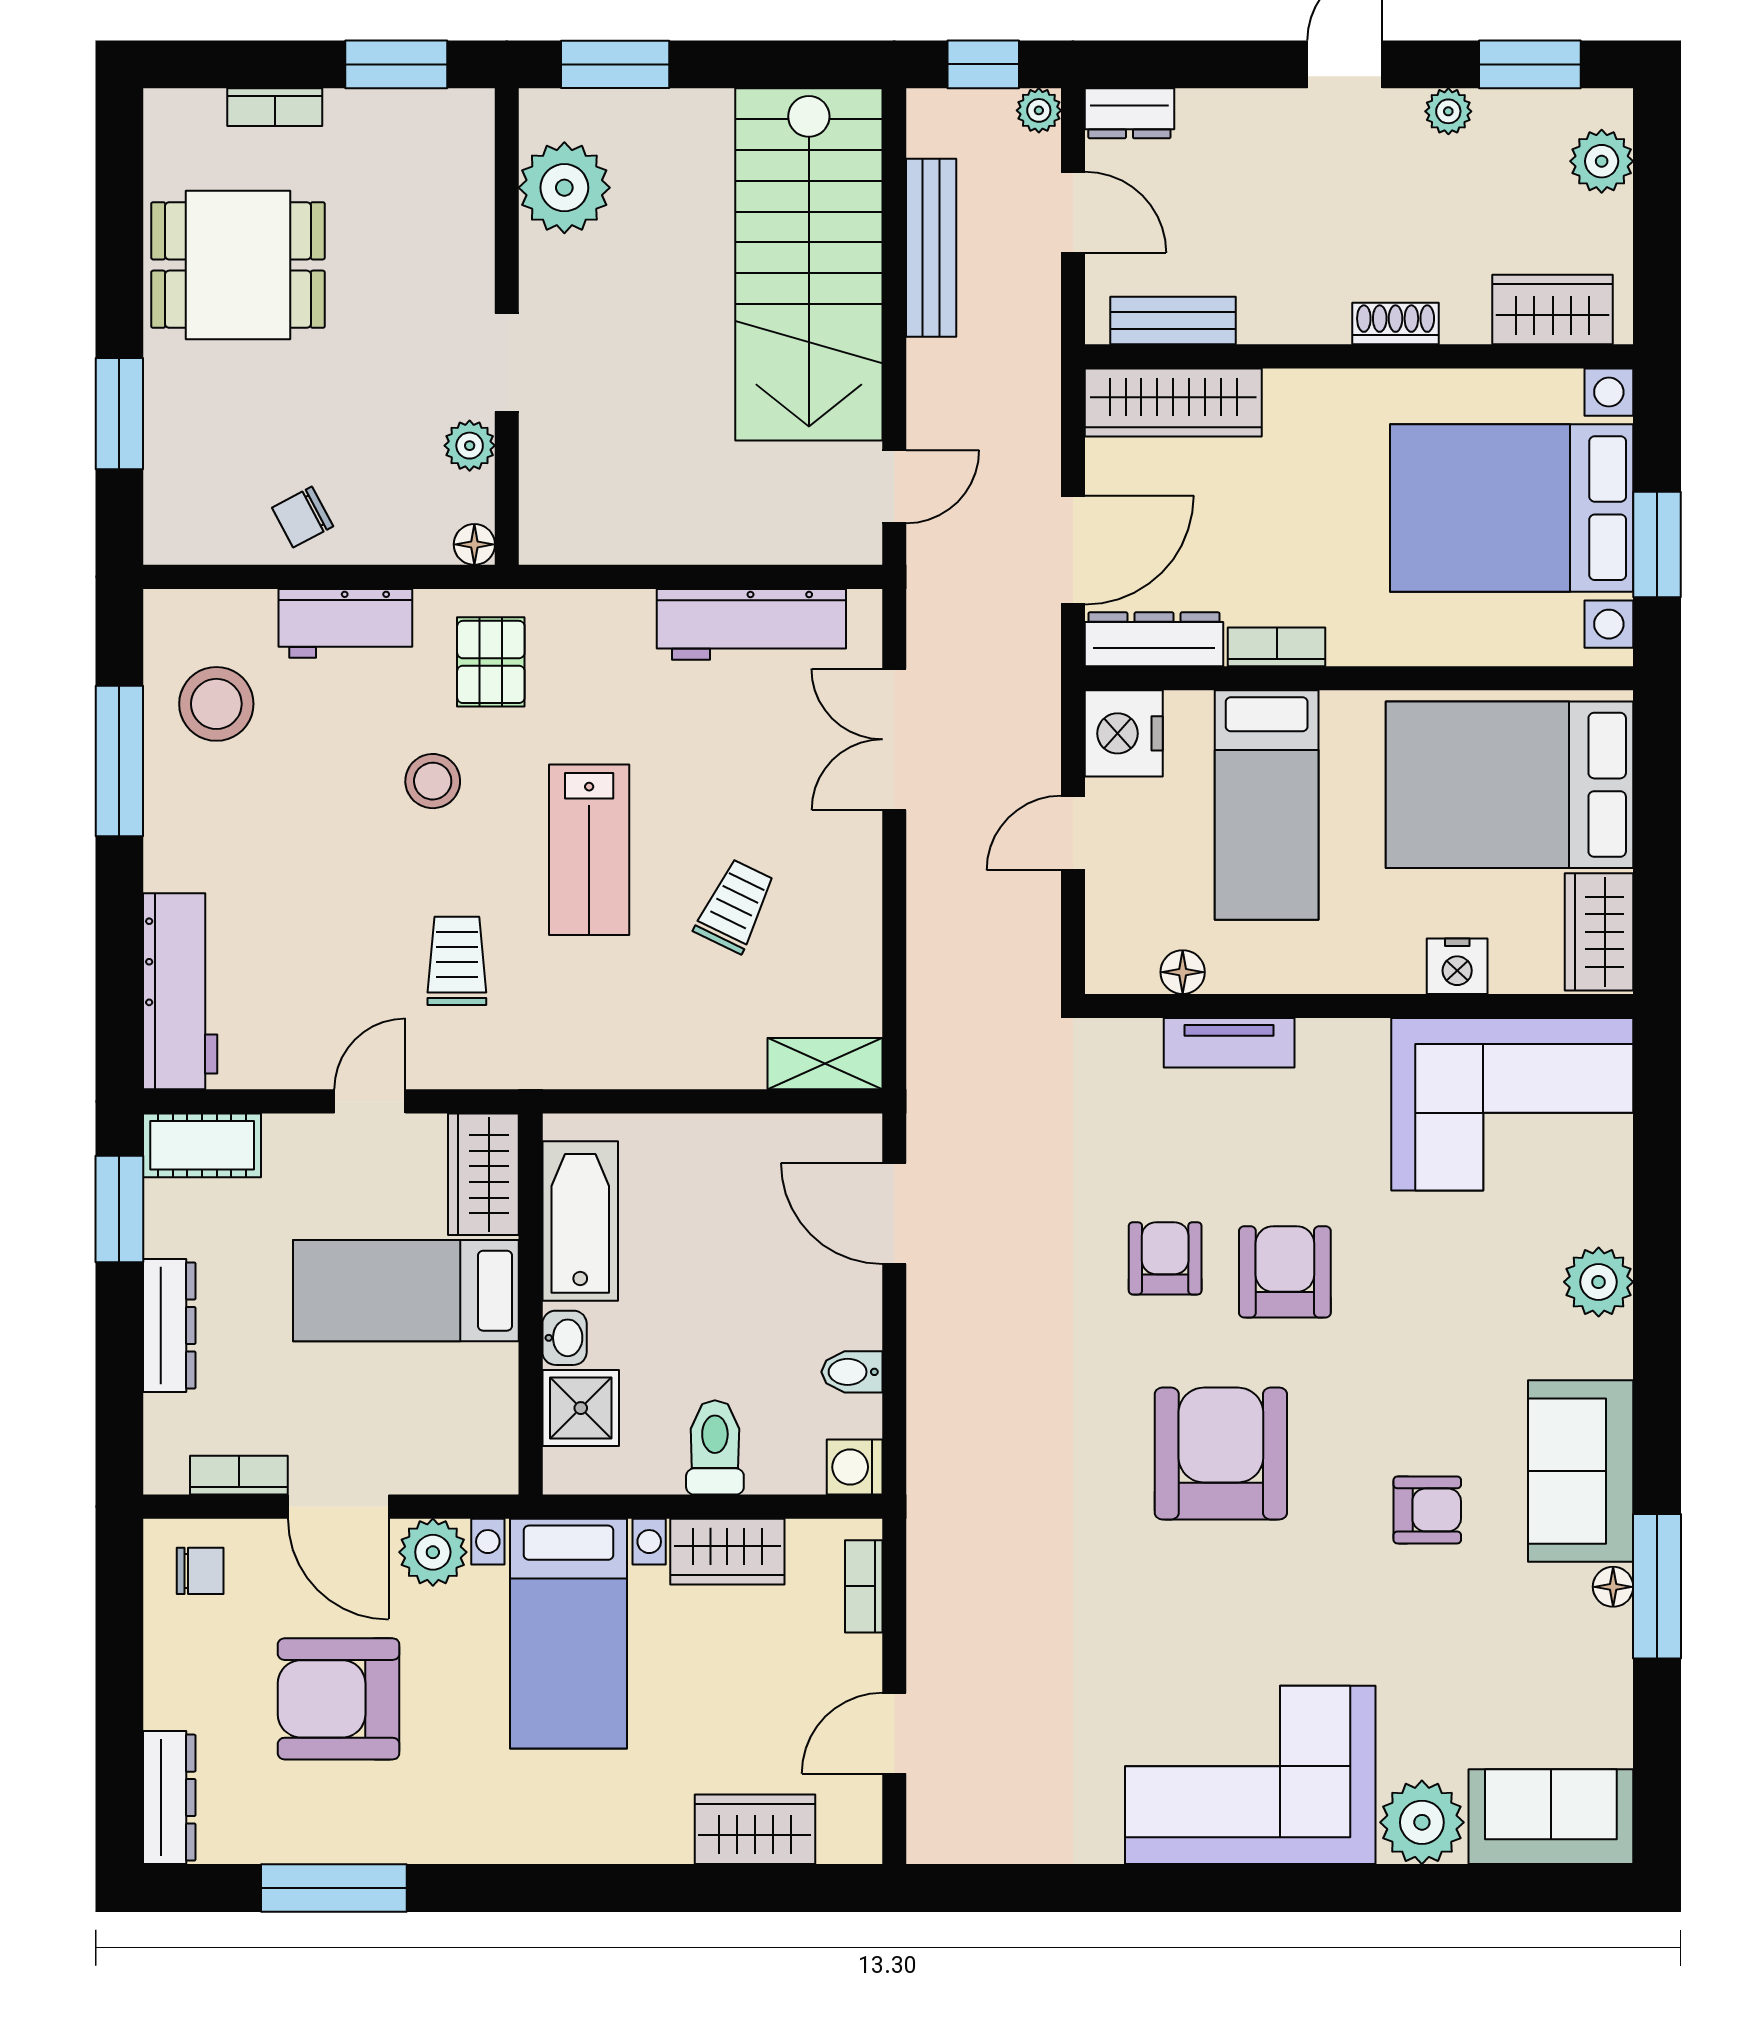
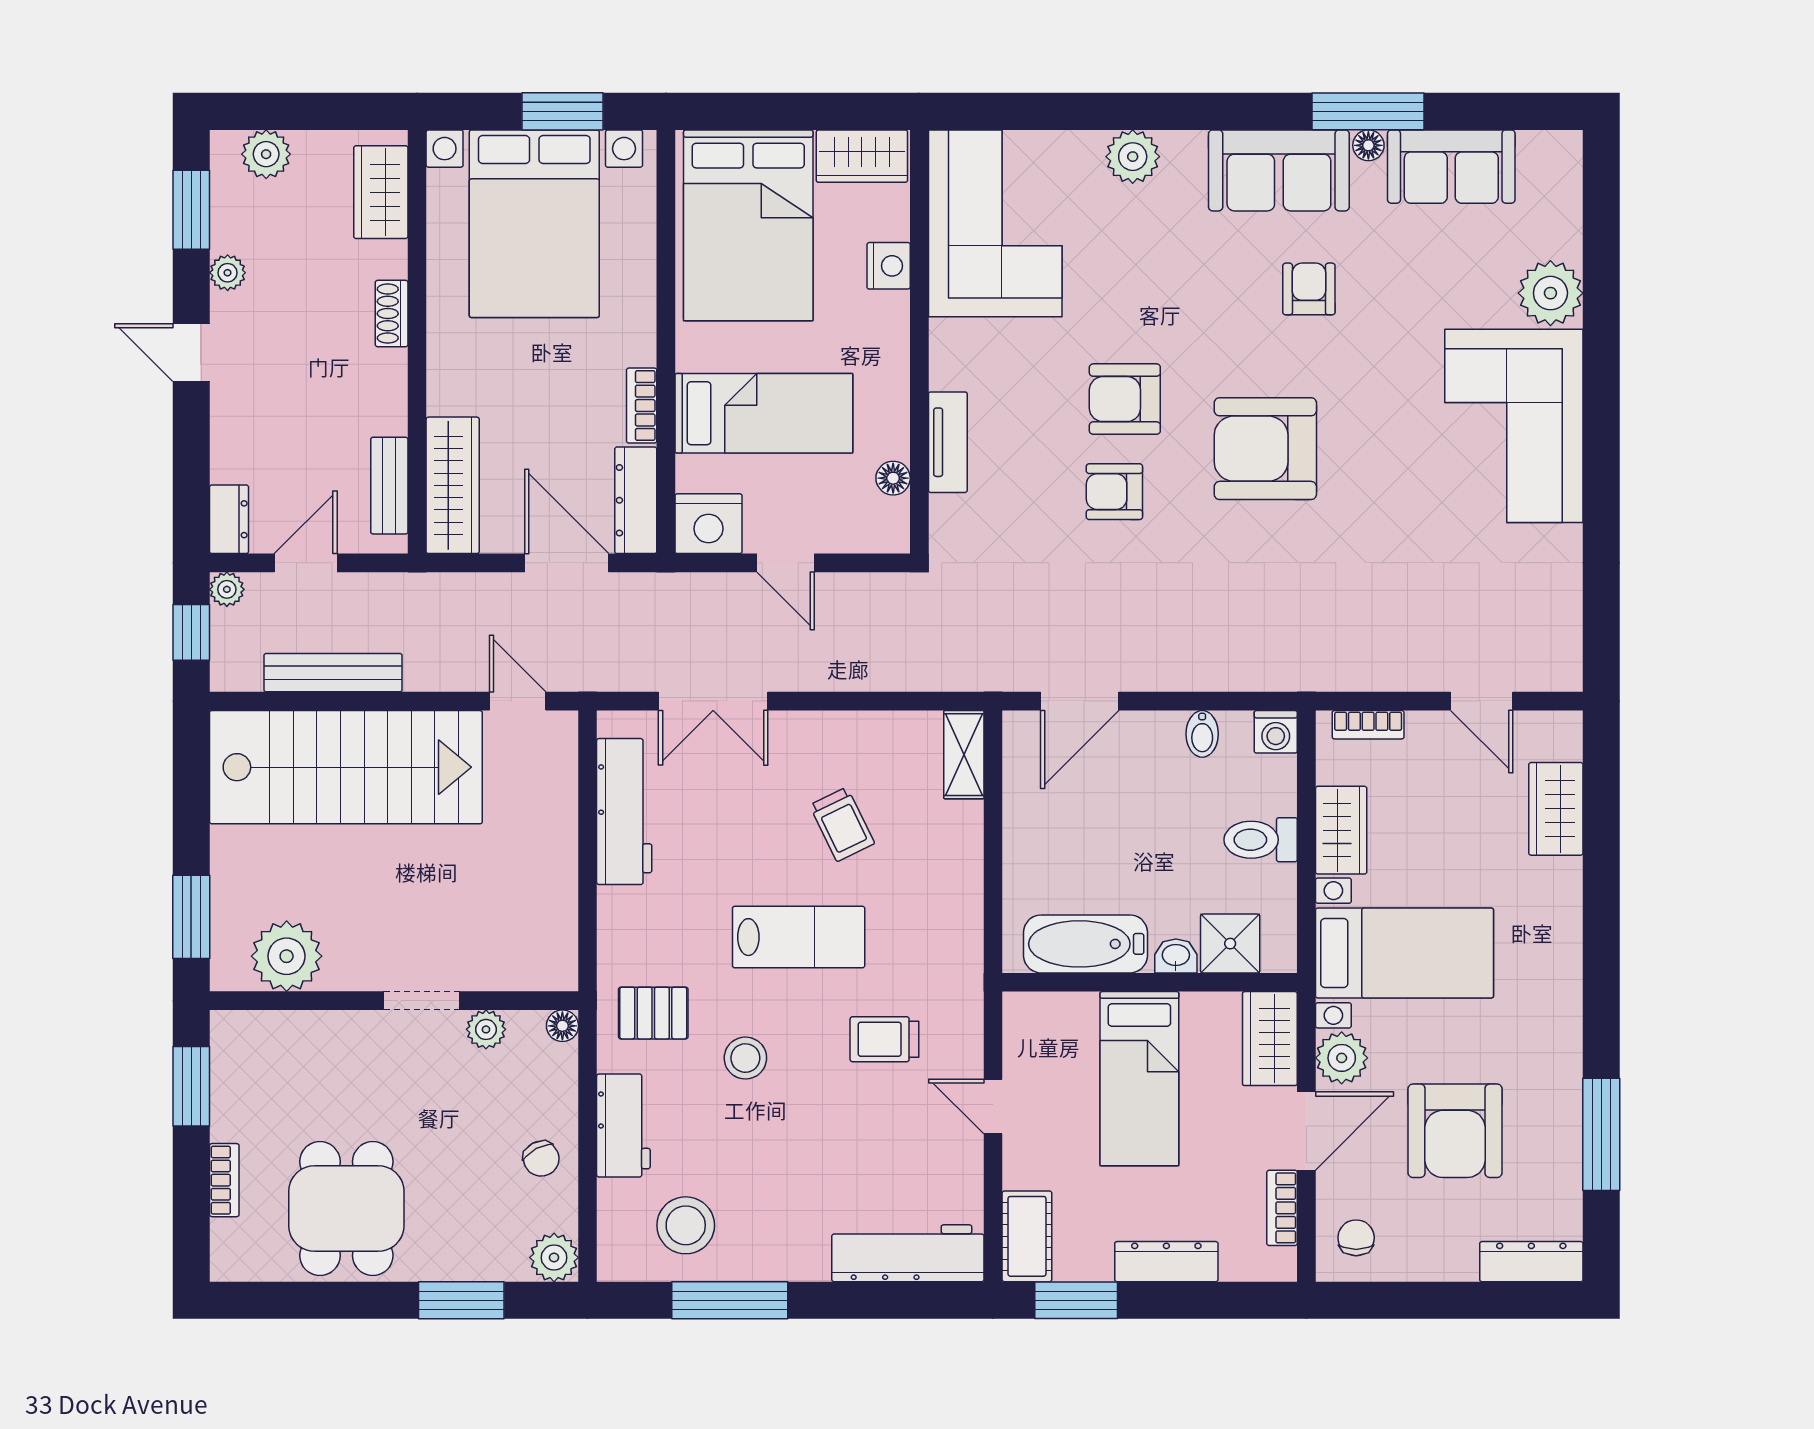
plant: (175, 534) -> (554, 1258), added
trolley: (735, 906) -> (842, 824), turned -142
wardrobe: (483, 1174) -> (1270, 1039), moved, turned 90
sofa: (1551, 1817) -> (1451, 167), moved, turned -90

